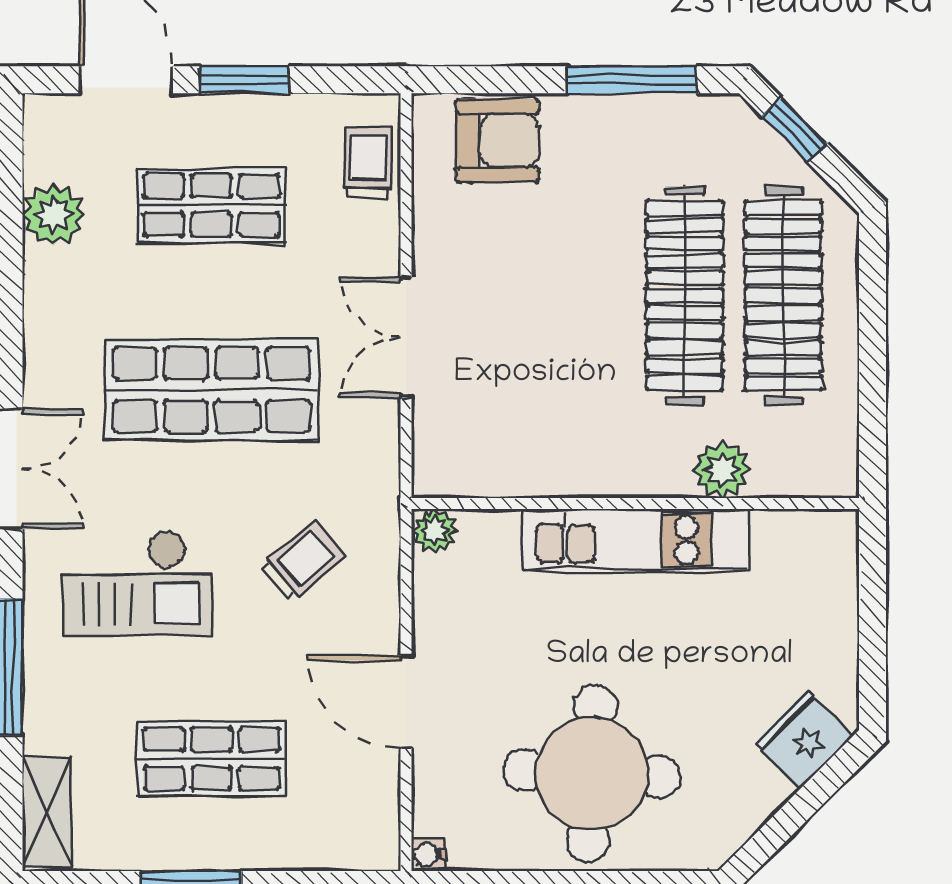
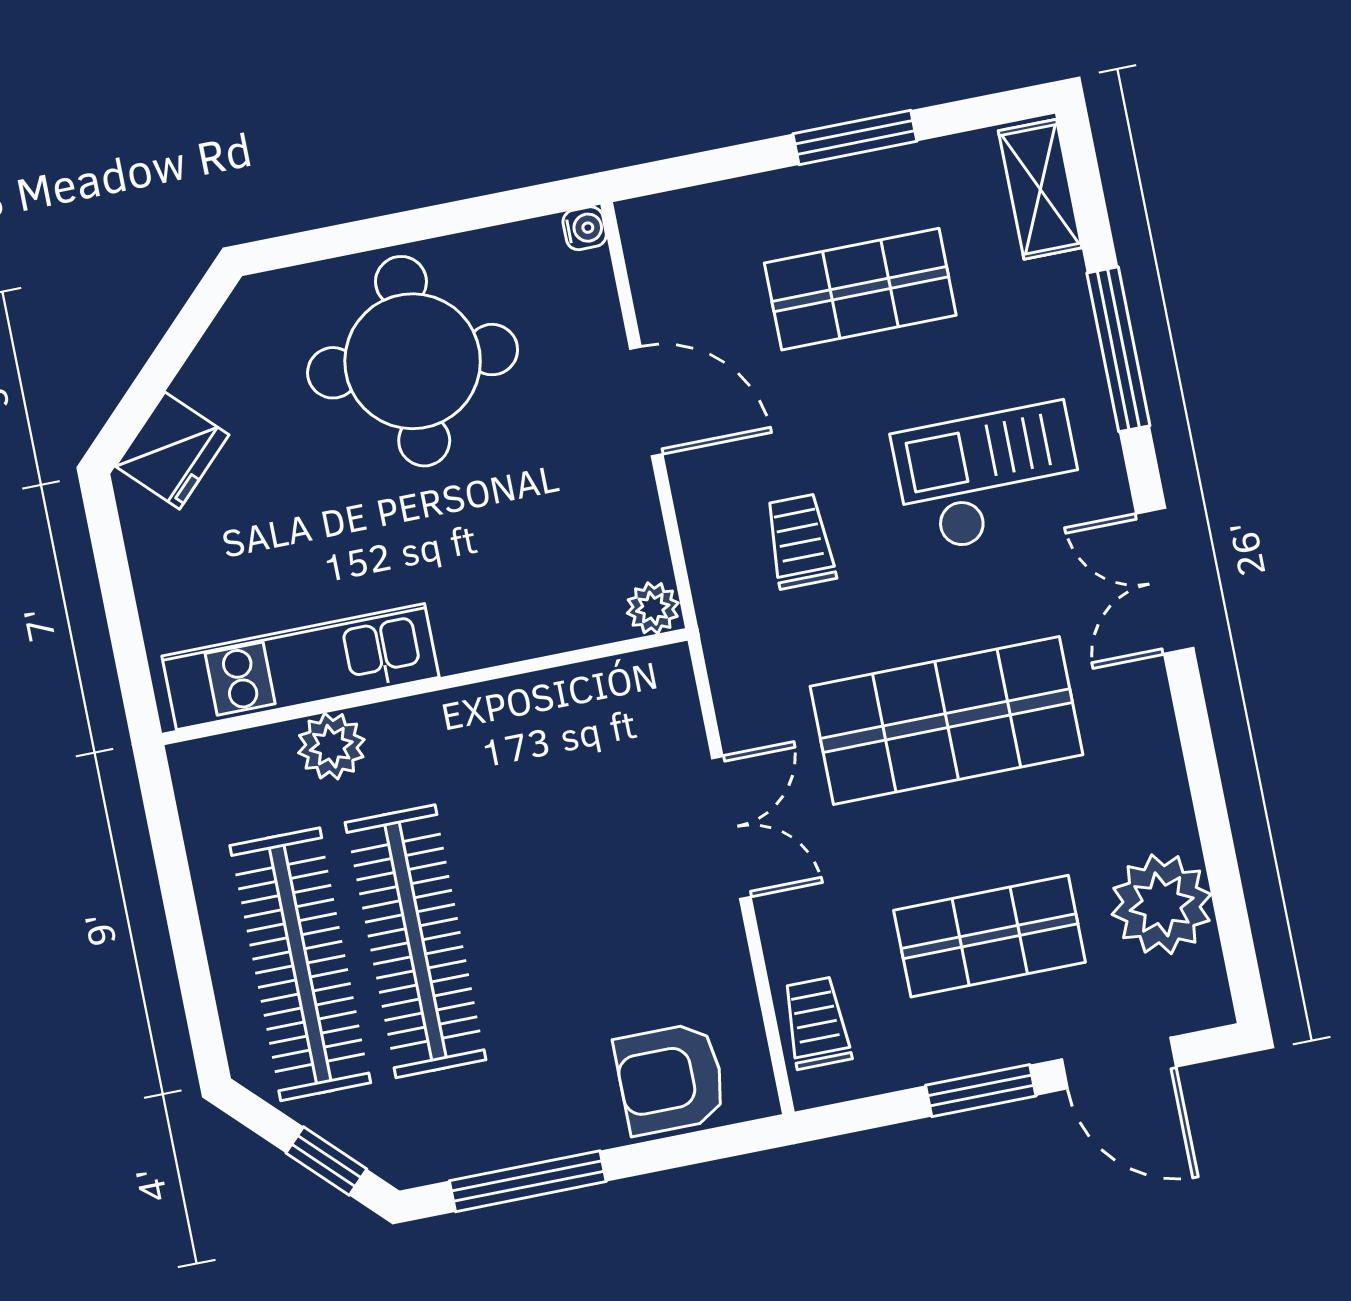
trolley: (368, 162) -> (817, 1023), turned 180
plant: (53, 215) -> (1162, 904), width x1.36, depth x1.36
kitchen unit: (635, 540) -> (301, 667), moved
trolley: (303, 561) -> (800, 541), turned 130

